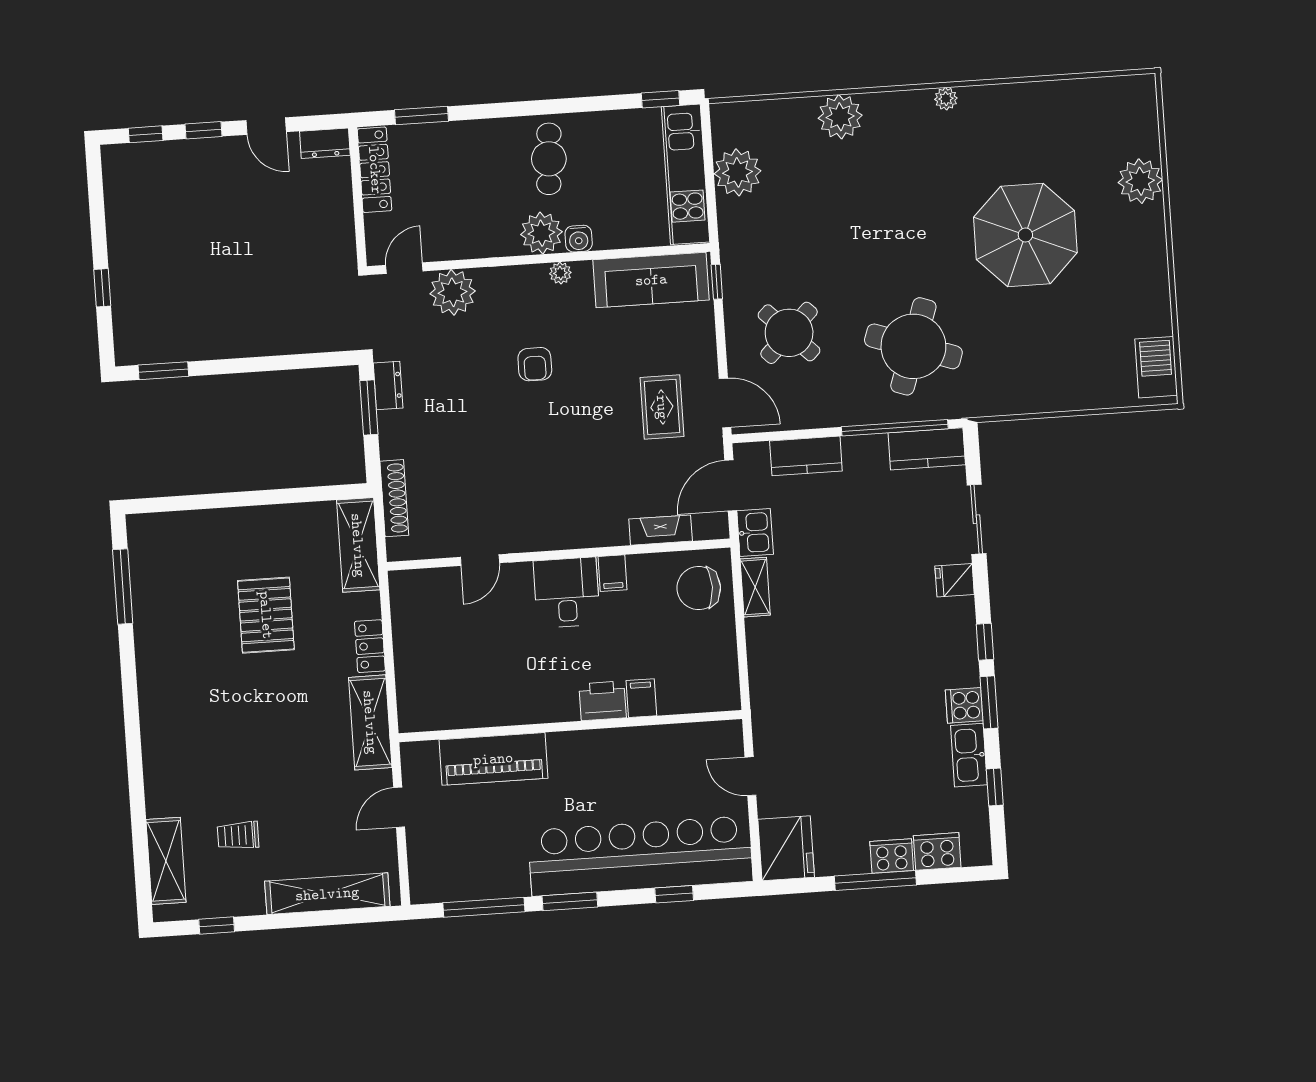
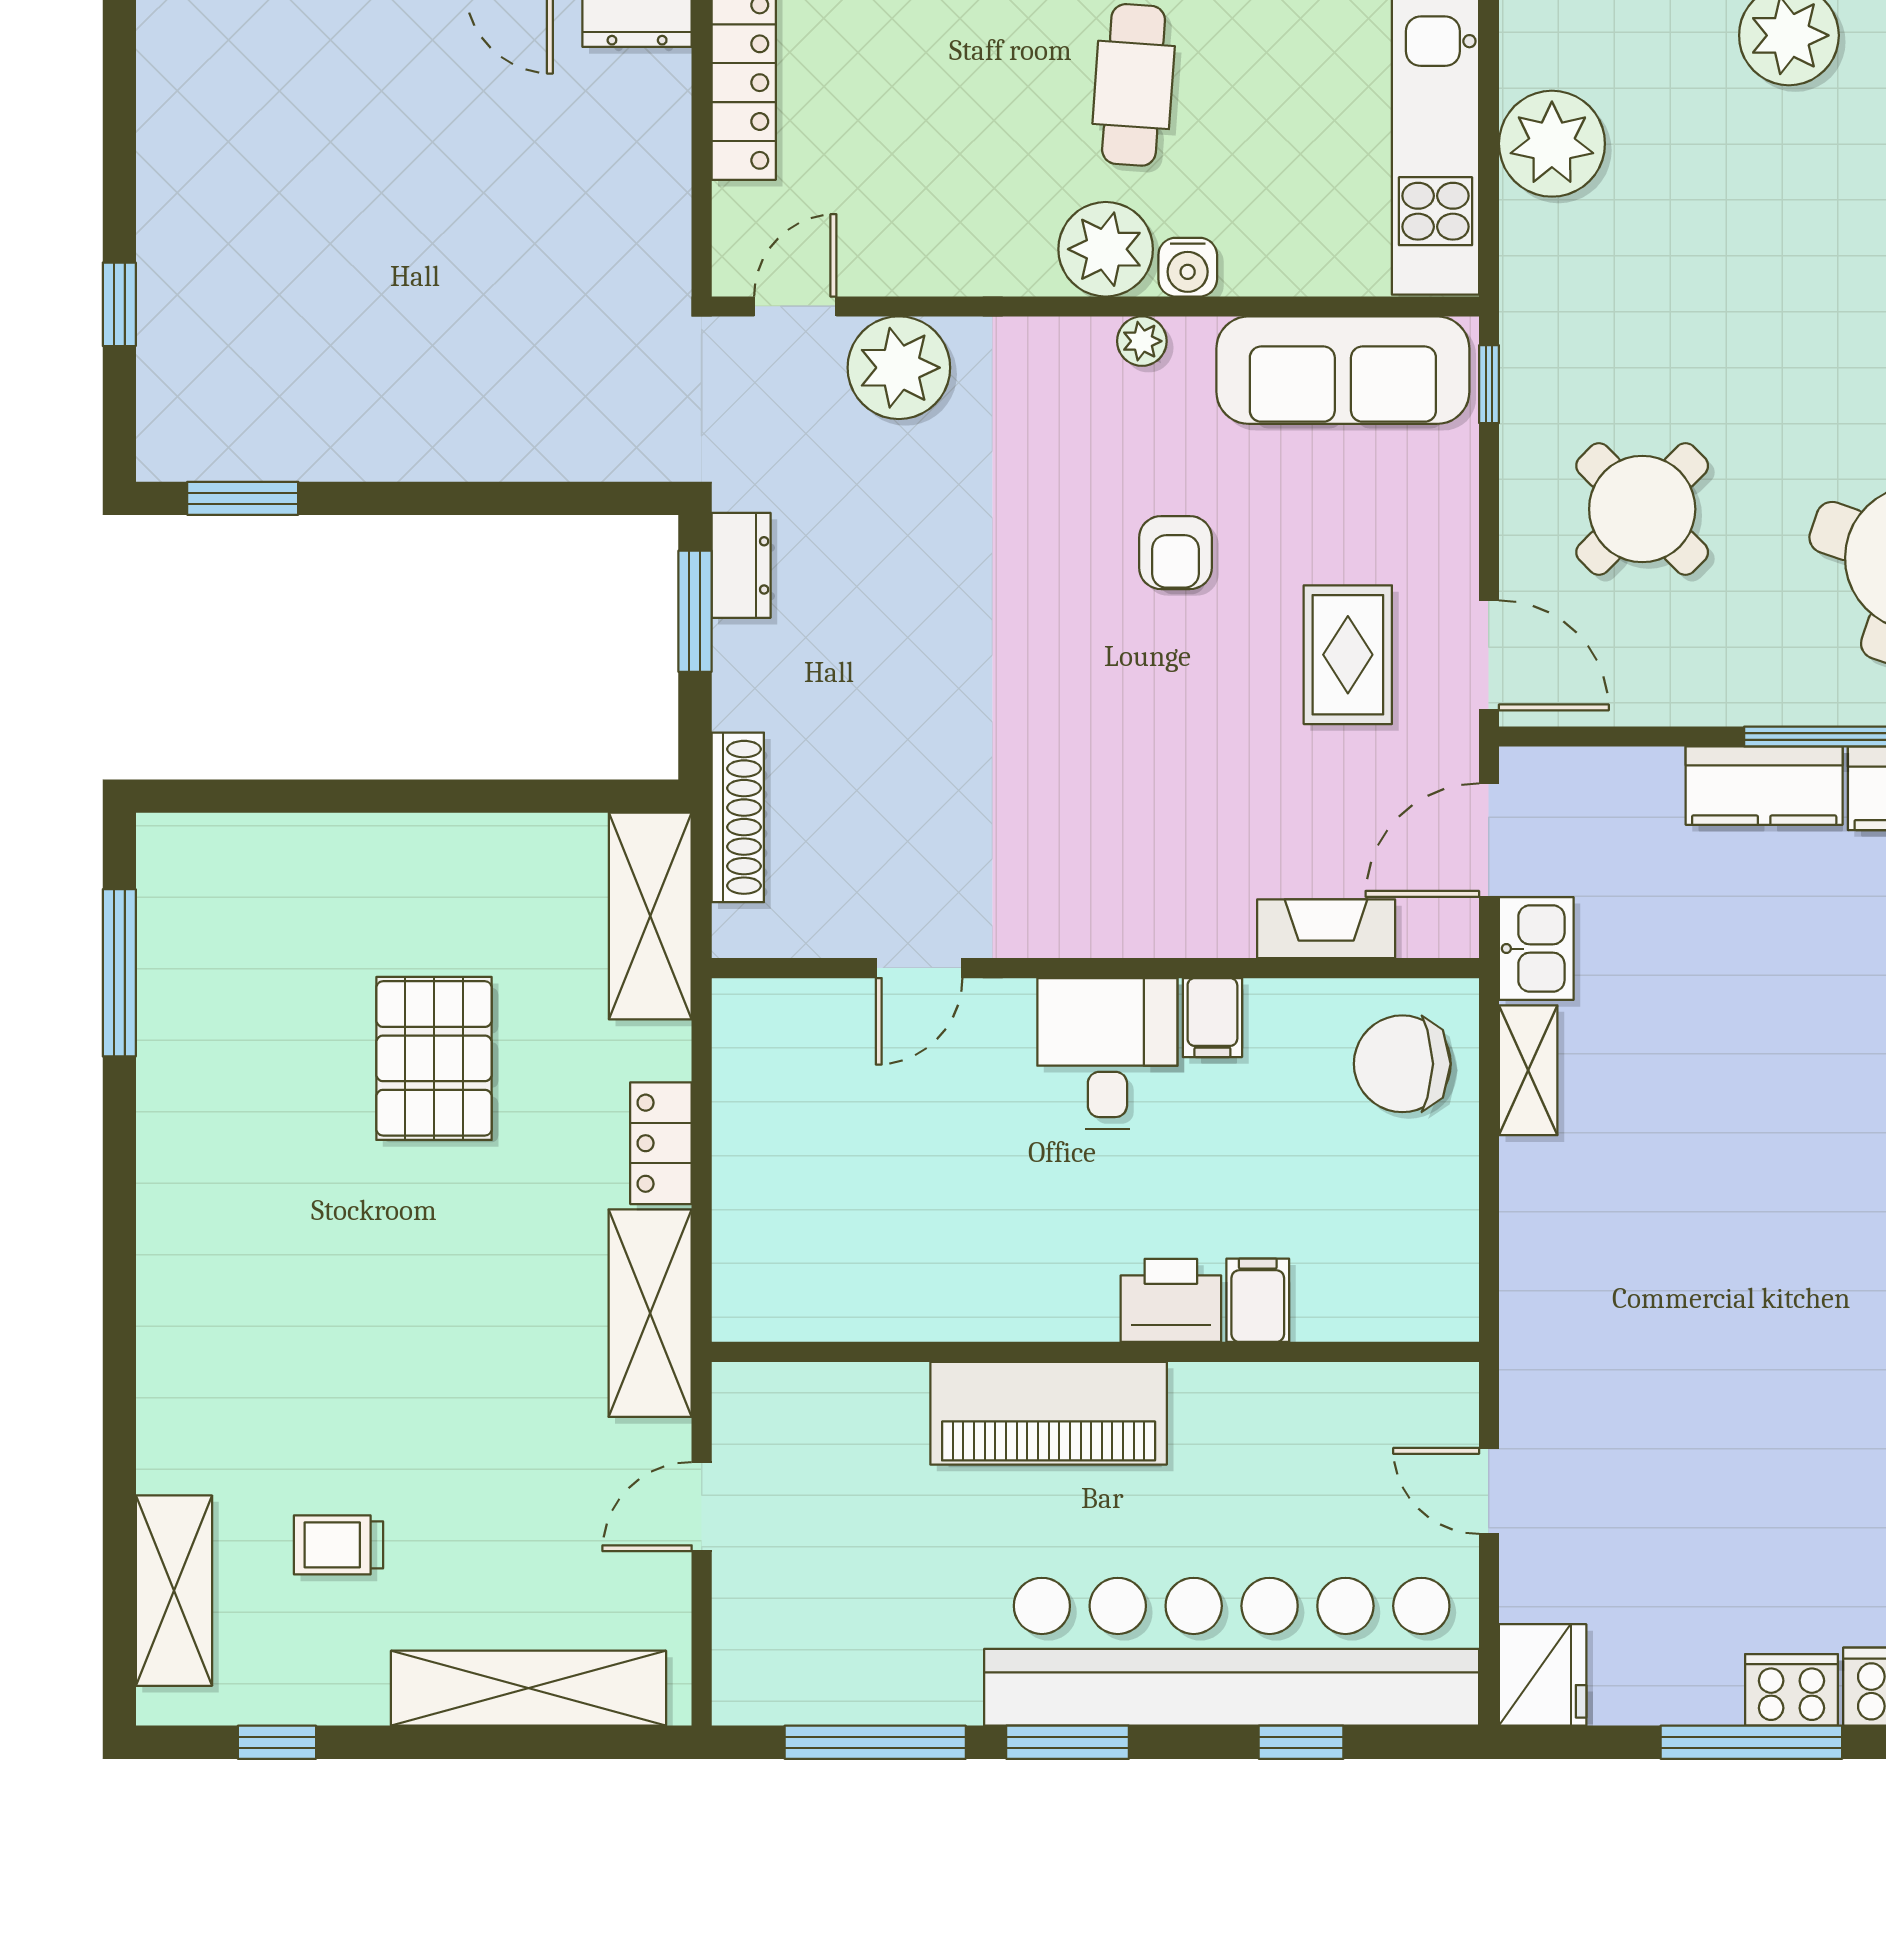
armchair: (535, 364) -> (1175, 553), moved
kitchen counter: (806, 456) -> (1764, 786), moved
piano: (493, 759) -> (1049, 1413), moved
fridge: (786, 848) -> (1543, 1675), width x0.73, depth x0.75

